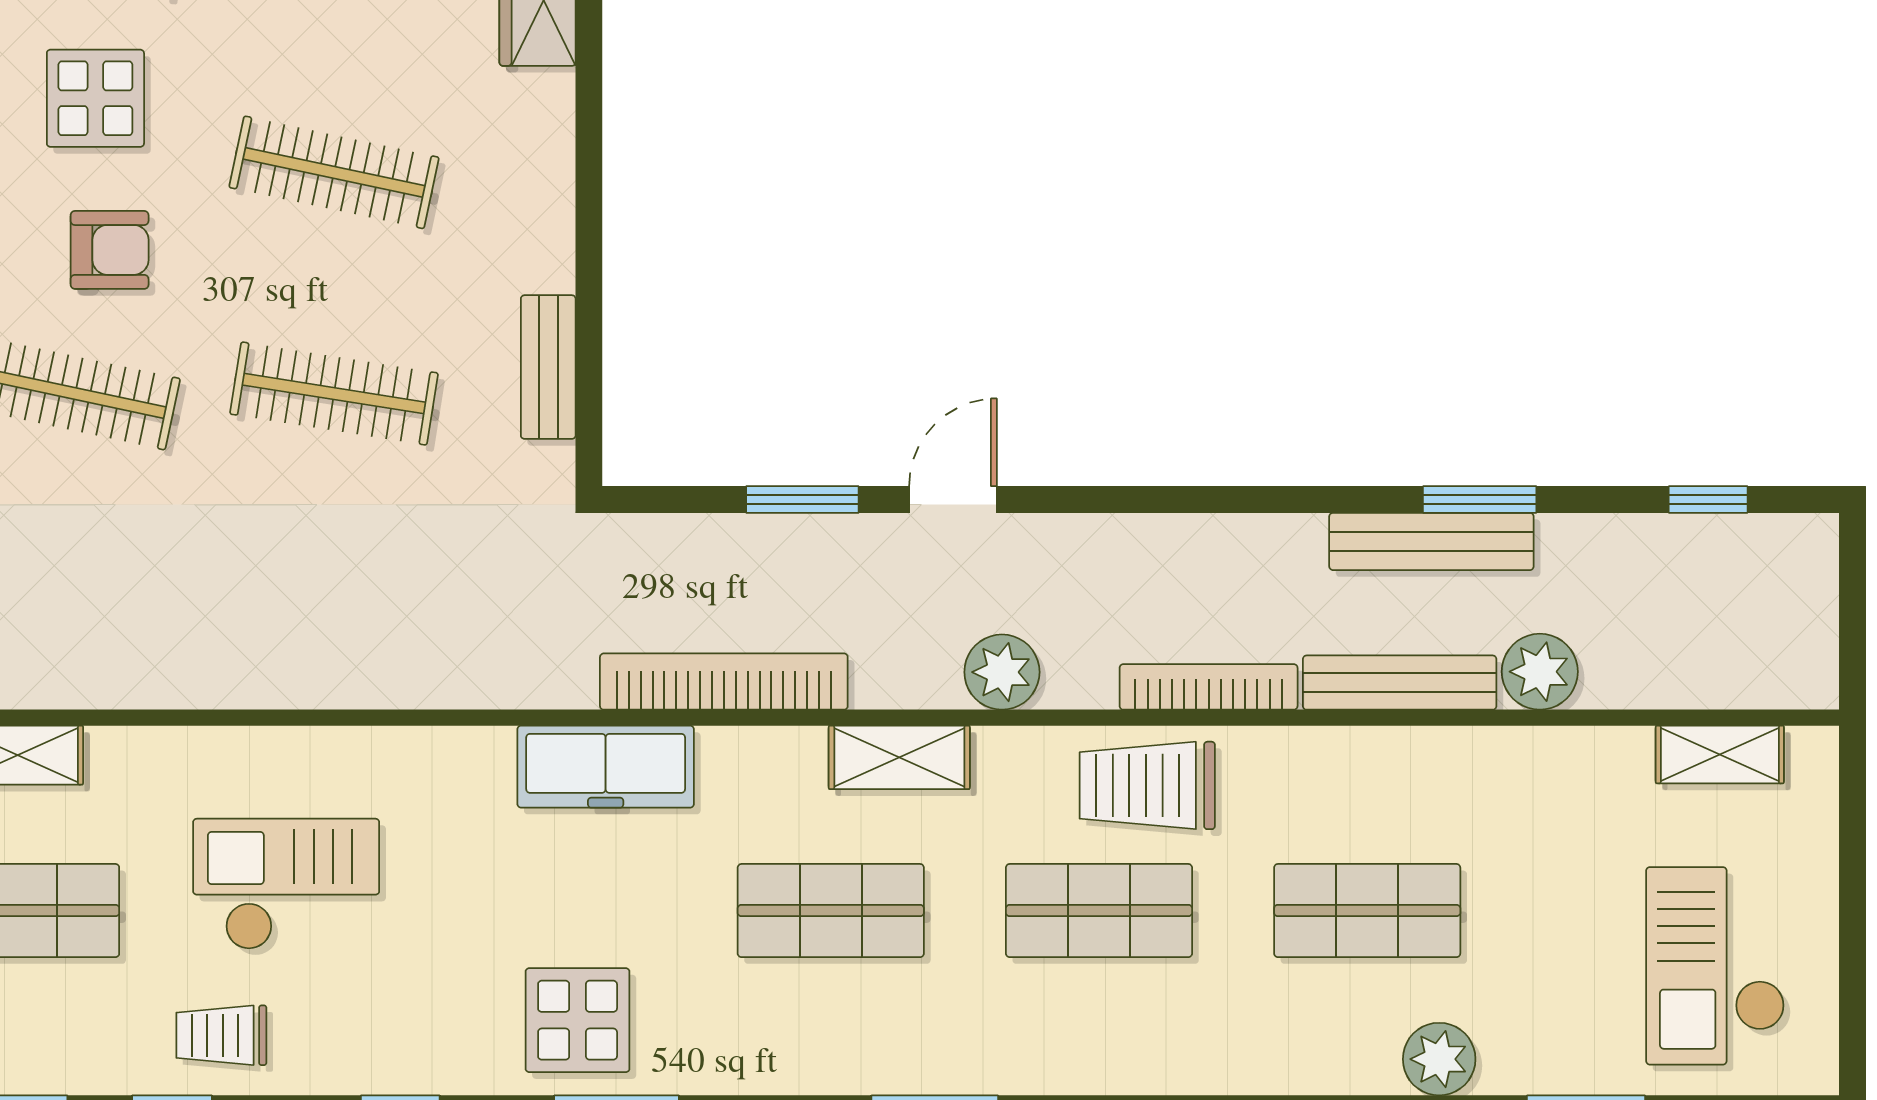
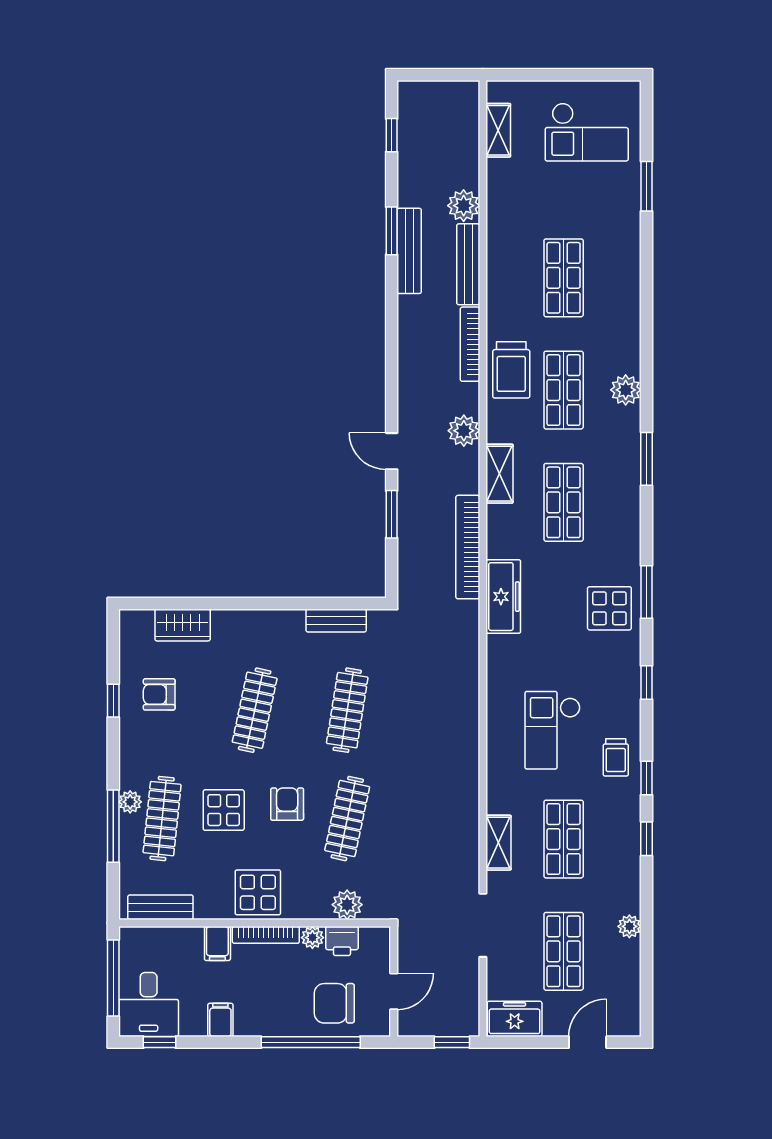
plant: (1439, 1059) -> (626, 390), moved

